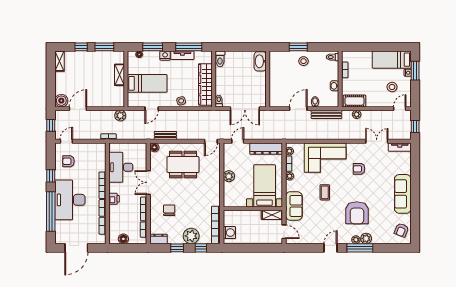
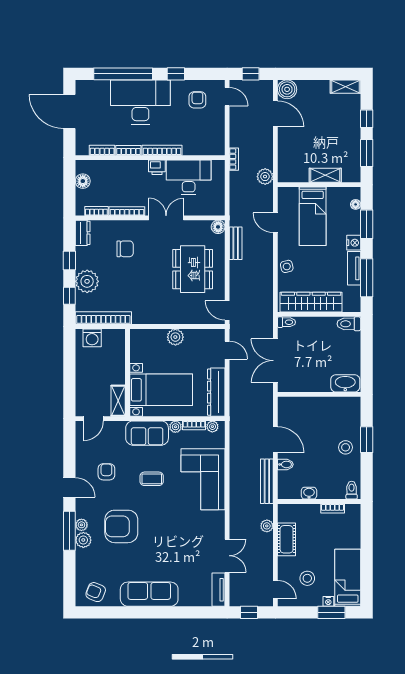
cot: (354, 101) -> (287, 539), moved
armchair: (359, 169) -> (106, 472), moved
printer: (114, 199) -> (157, 167), moved
sofa: (294, 206) -> (147, 433), moved

